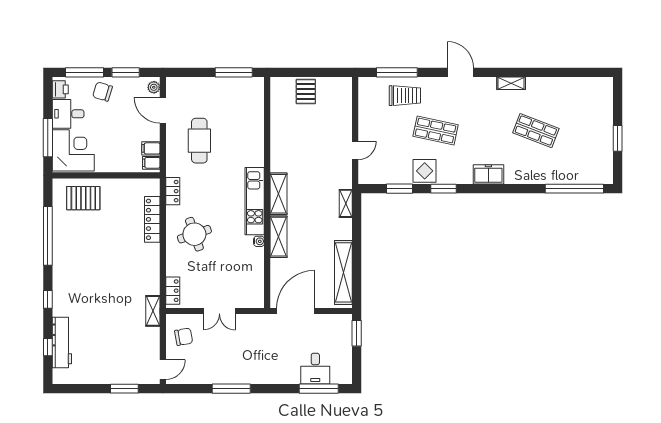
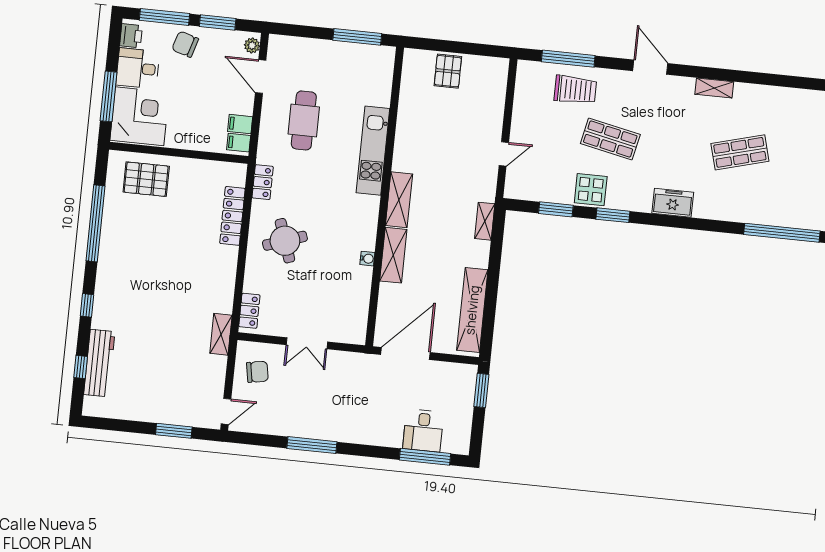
shop shelf: (536, 131) -> (740, 152), turned -36
kitchen unit: (255, 201) -> (373, 151), moved

